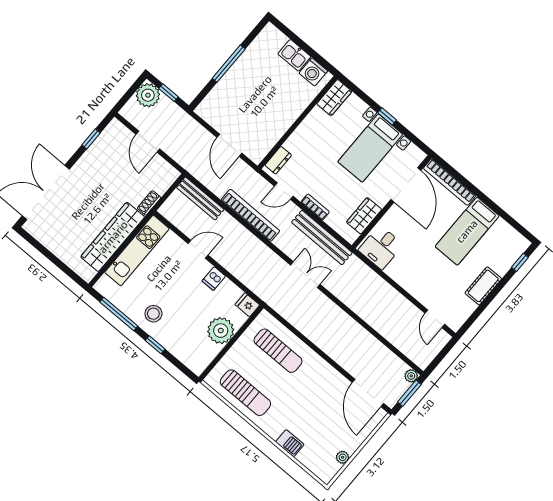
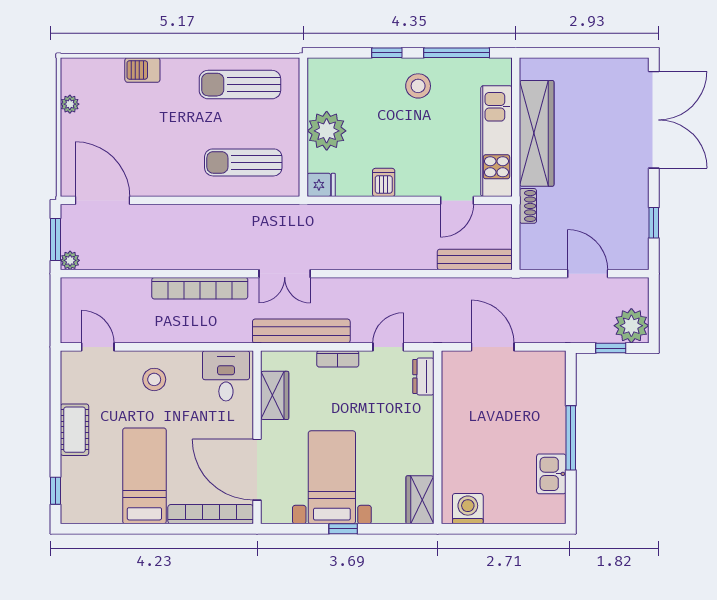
kitchen sink: (294, 55) -> (551, 474), moved, turned -90
bookcase: (250, 215) -> (200, 288), moved
door: (198, 249) -> (457, 200), moved
stool: (420, 277) -> (154, 379), added

